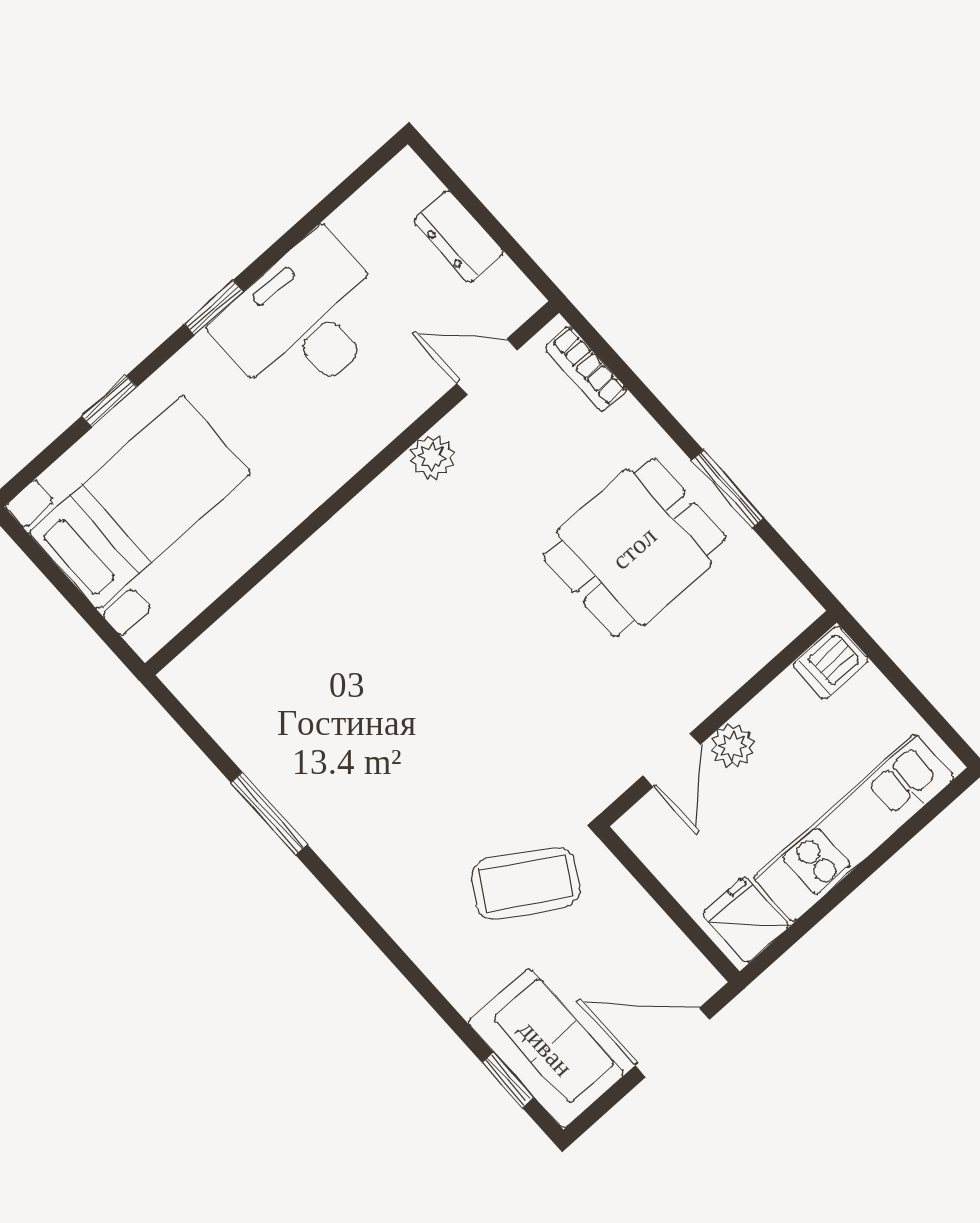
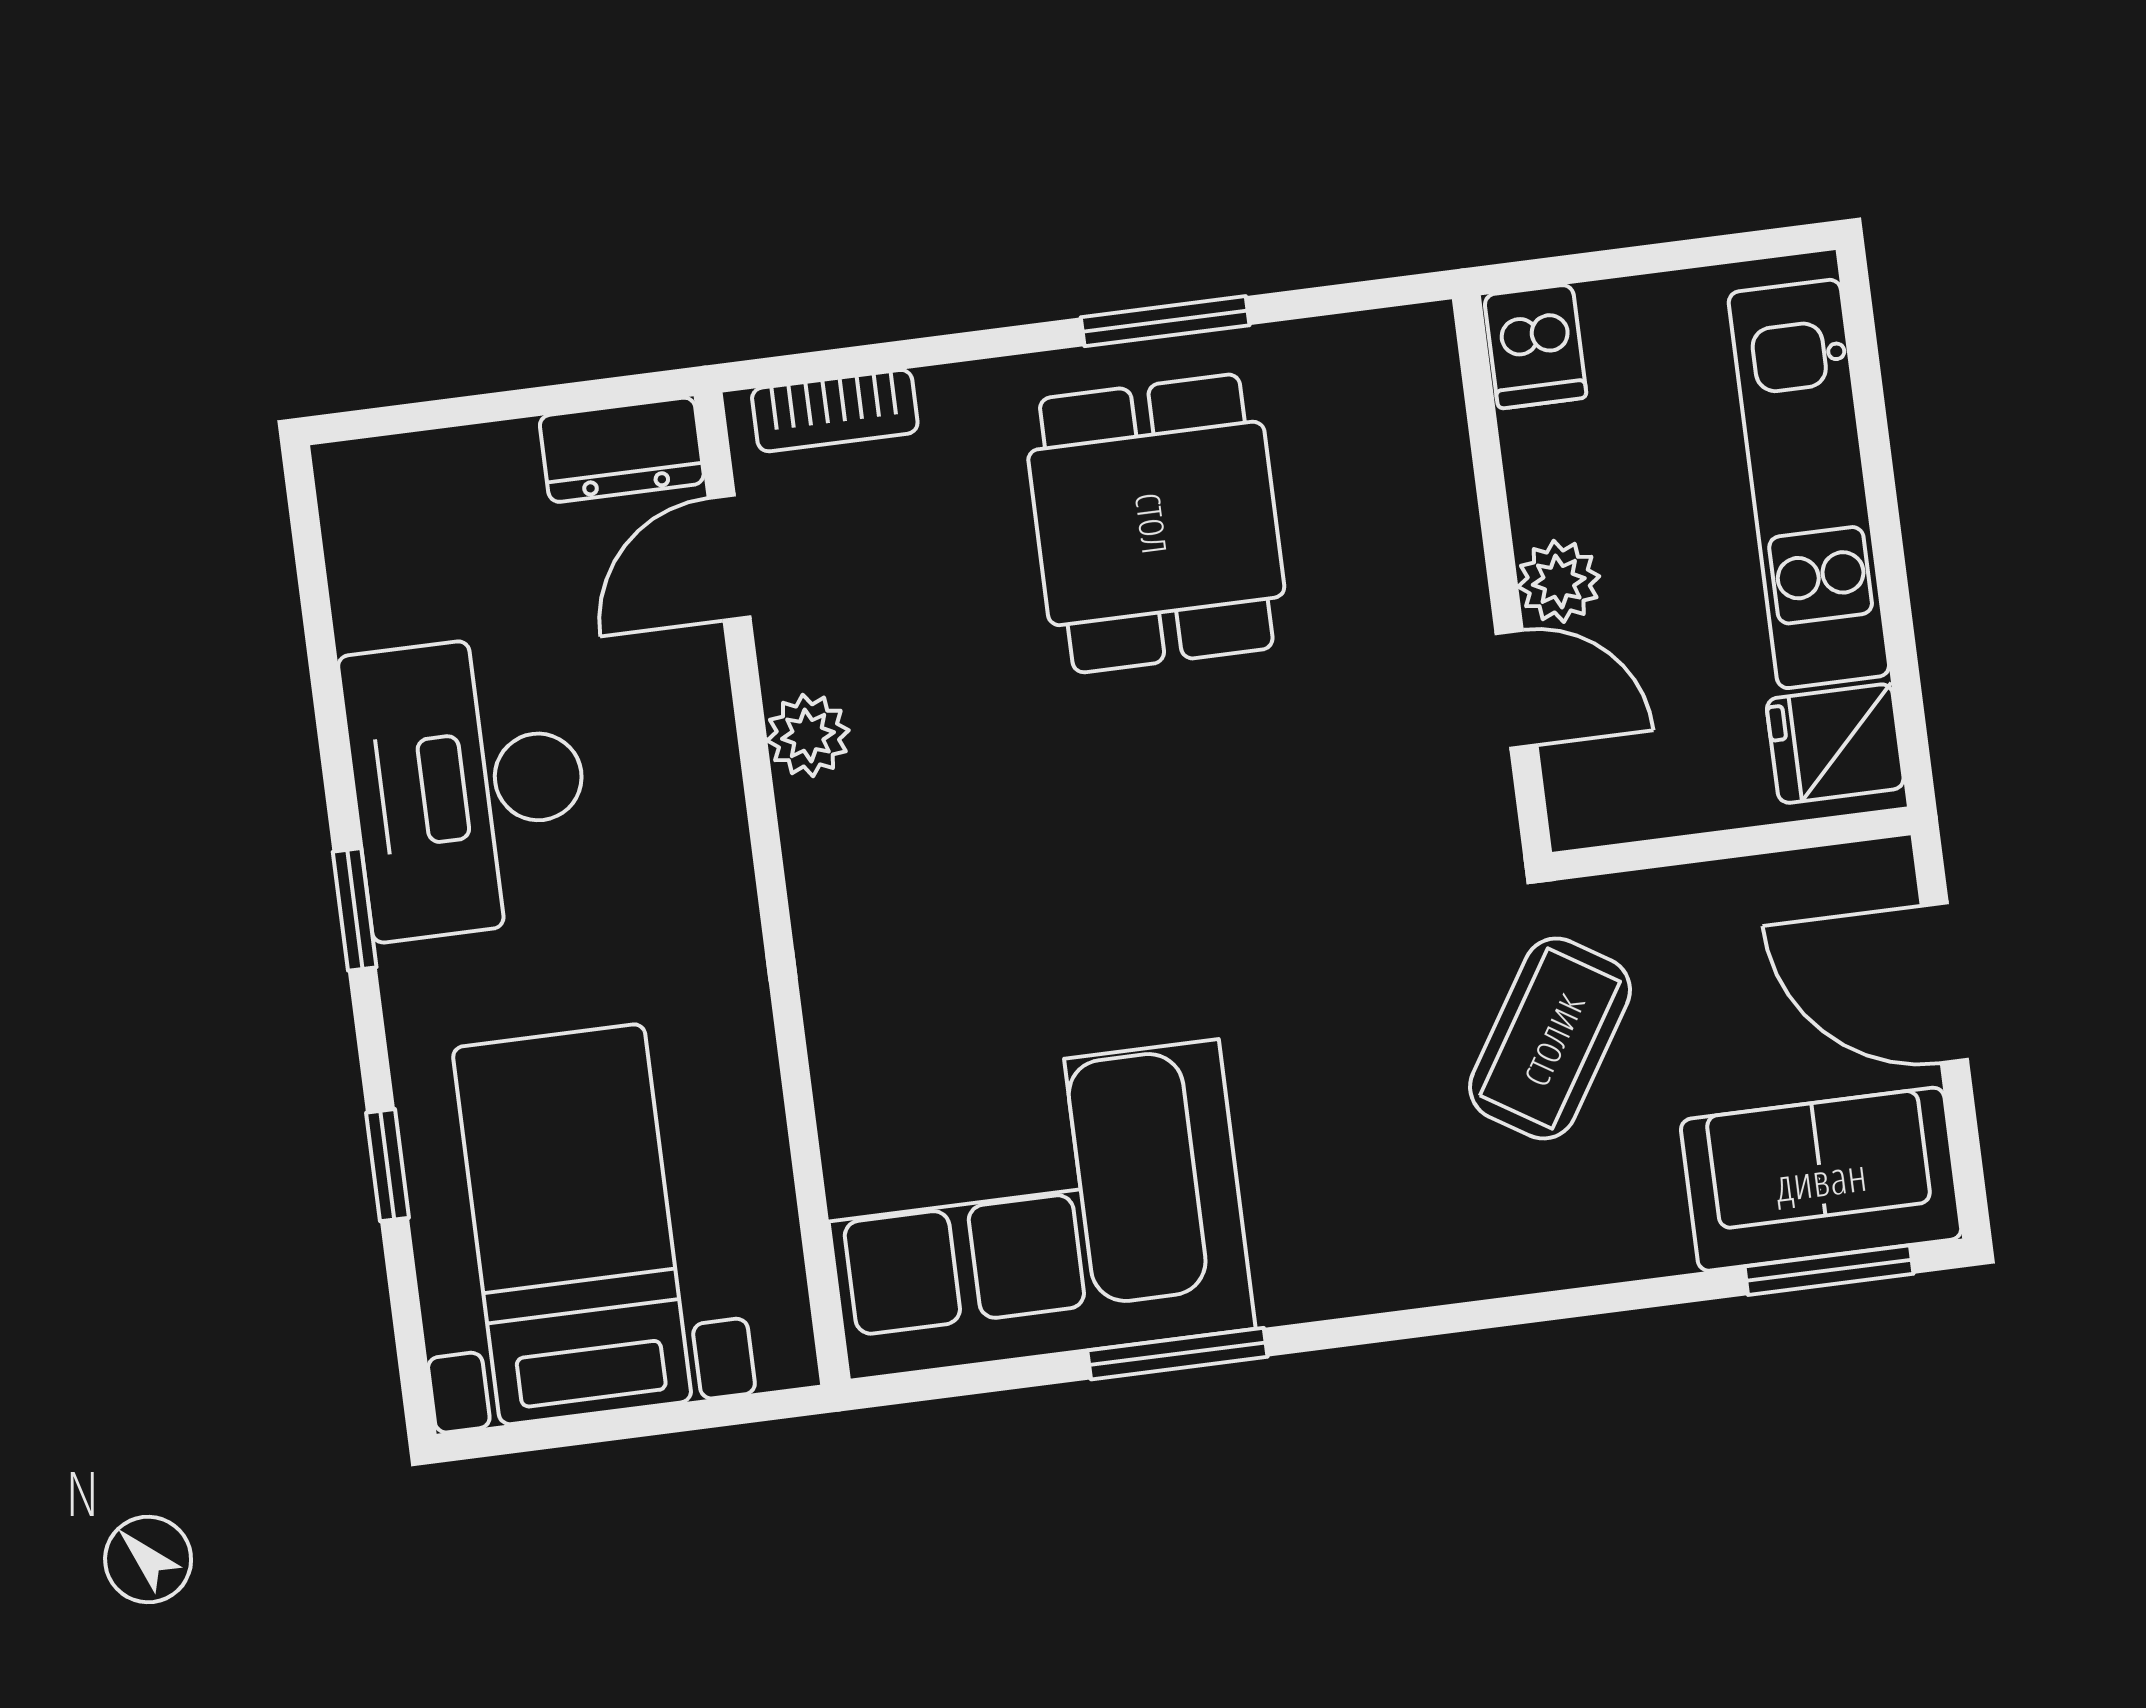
dresser: (458, 237) -> (622, 450), moved
corner sofa: (289, 705) -> (1034, 1210), added
door: (672, 1043) -> (1944, 983), hinge flipped
window: (508, 1080) -> (1829, 1270), width x1.50

